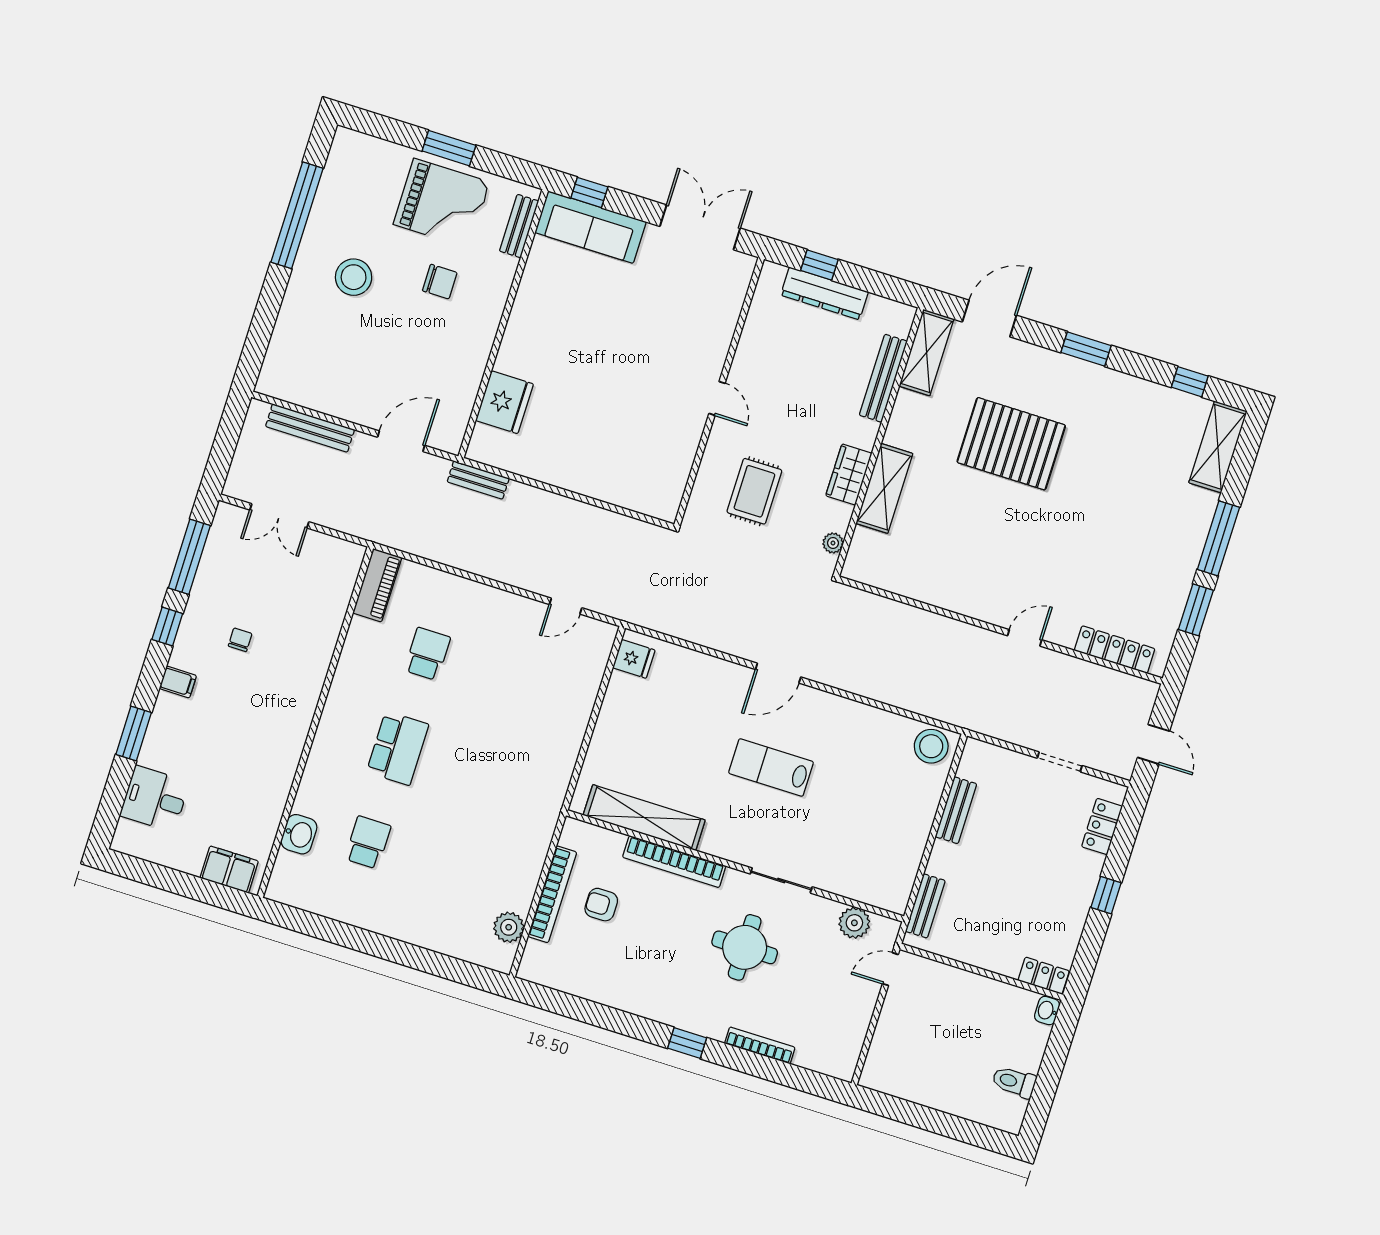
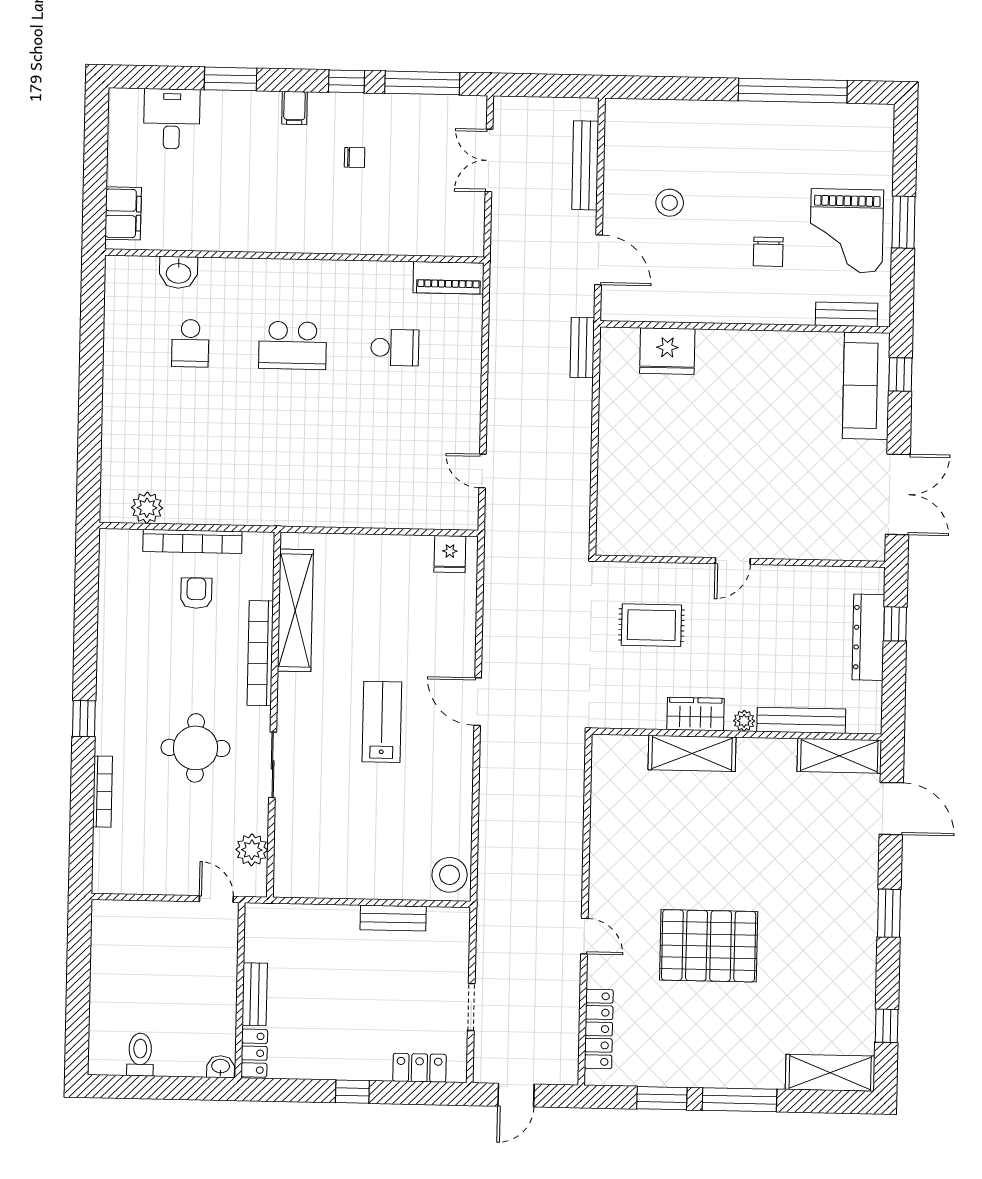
stool: (354, 277) -> (670, 203), moved, width x0.73, depth x0.73
pallet: (1011, 444) -> (709, 946), moved, turned 90
plant: (833, 543) -> (744, 721), moved
school desk: (368, 842) -> (190, 343), turned 90
bench: (925, 906) -> (255, 994), moved, turned 90

